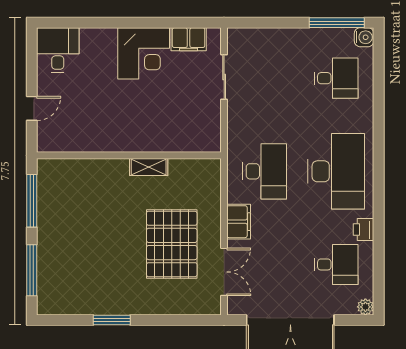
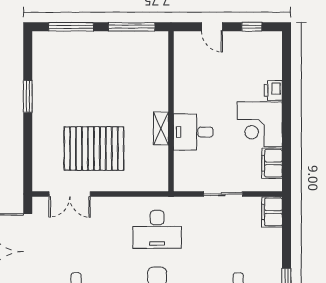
printer: (105, 38) -> (273, 90), added
desk: (58, 50) -> (193, 132), moved, turned 180
window: (32, 62) -> (252, 27), added
sliding door: (224, 77) -> (223, 194), moved
filing cabinet: (239, 222) -> (272, 212), moved, turned 90

